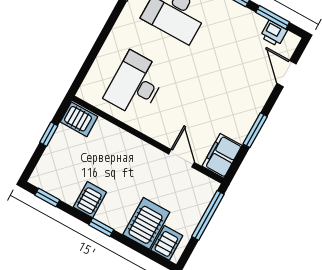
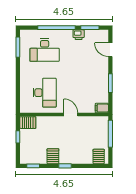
printer: (274, 33) -> (79, 35), moved
desk: (135, 85) -> (45, 93), turned 180
filing cabinet: (222, 156) -> (102, 108), width x0.50
door: (181, 158) -> (71, 114), moved
server rack: (146, 223) -> (84, 153), removed

